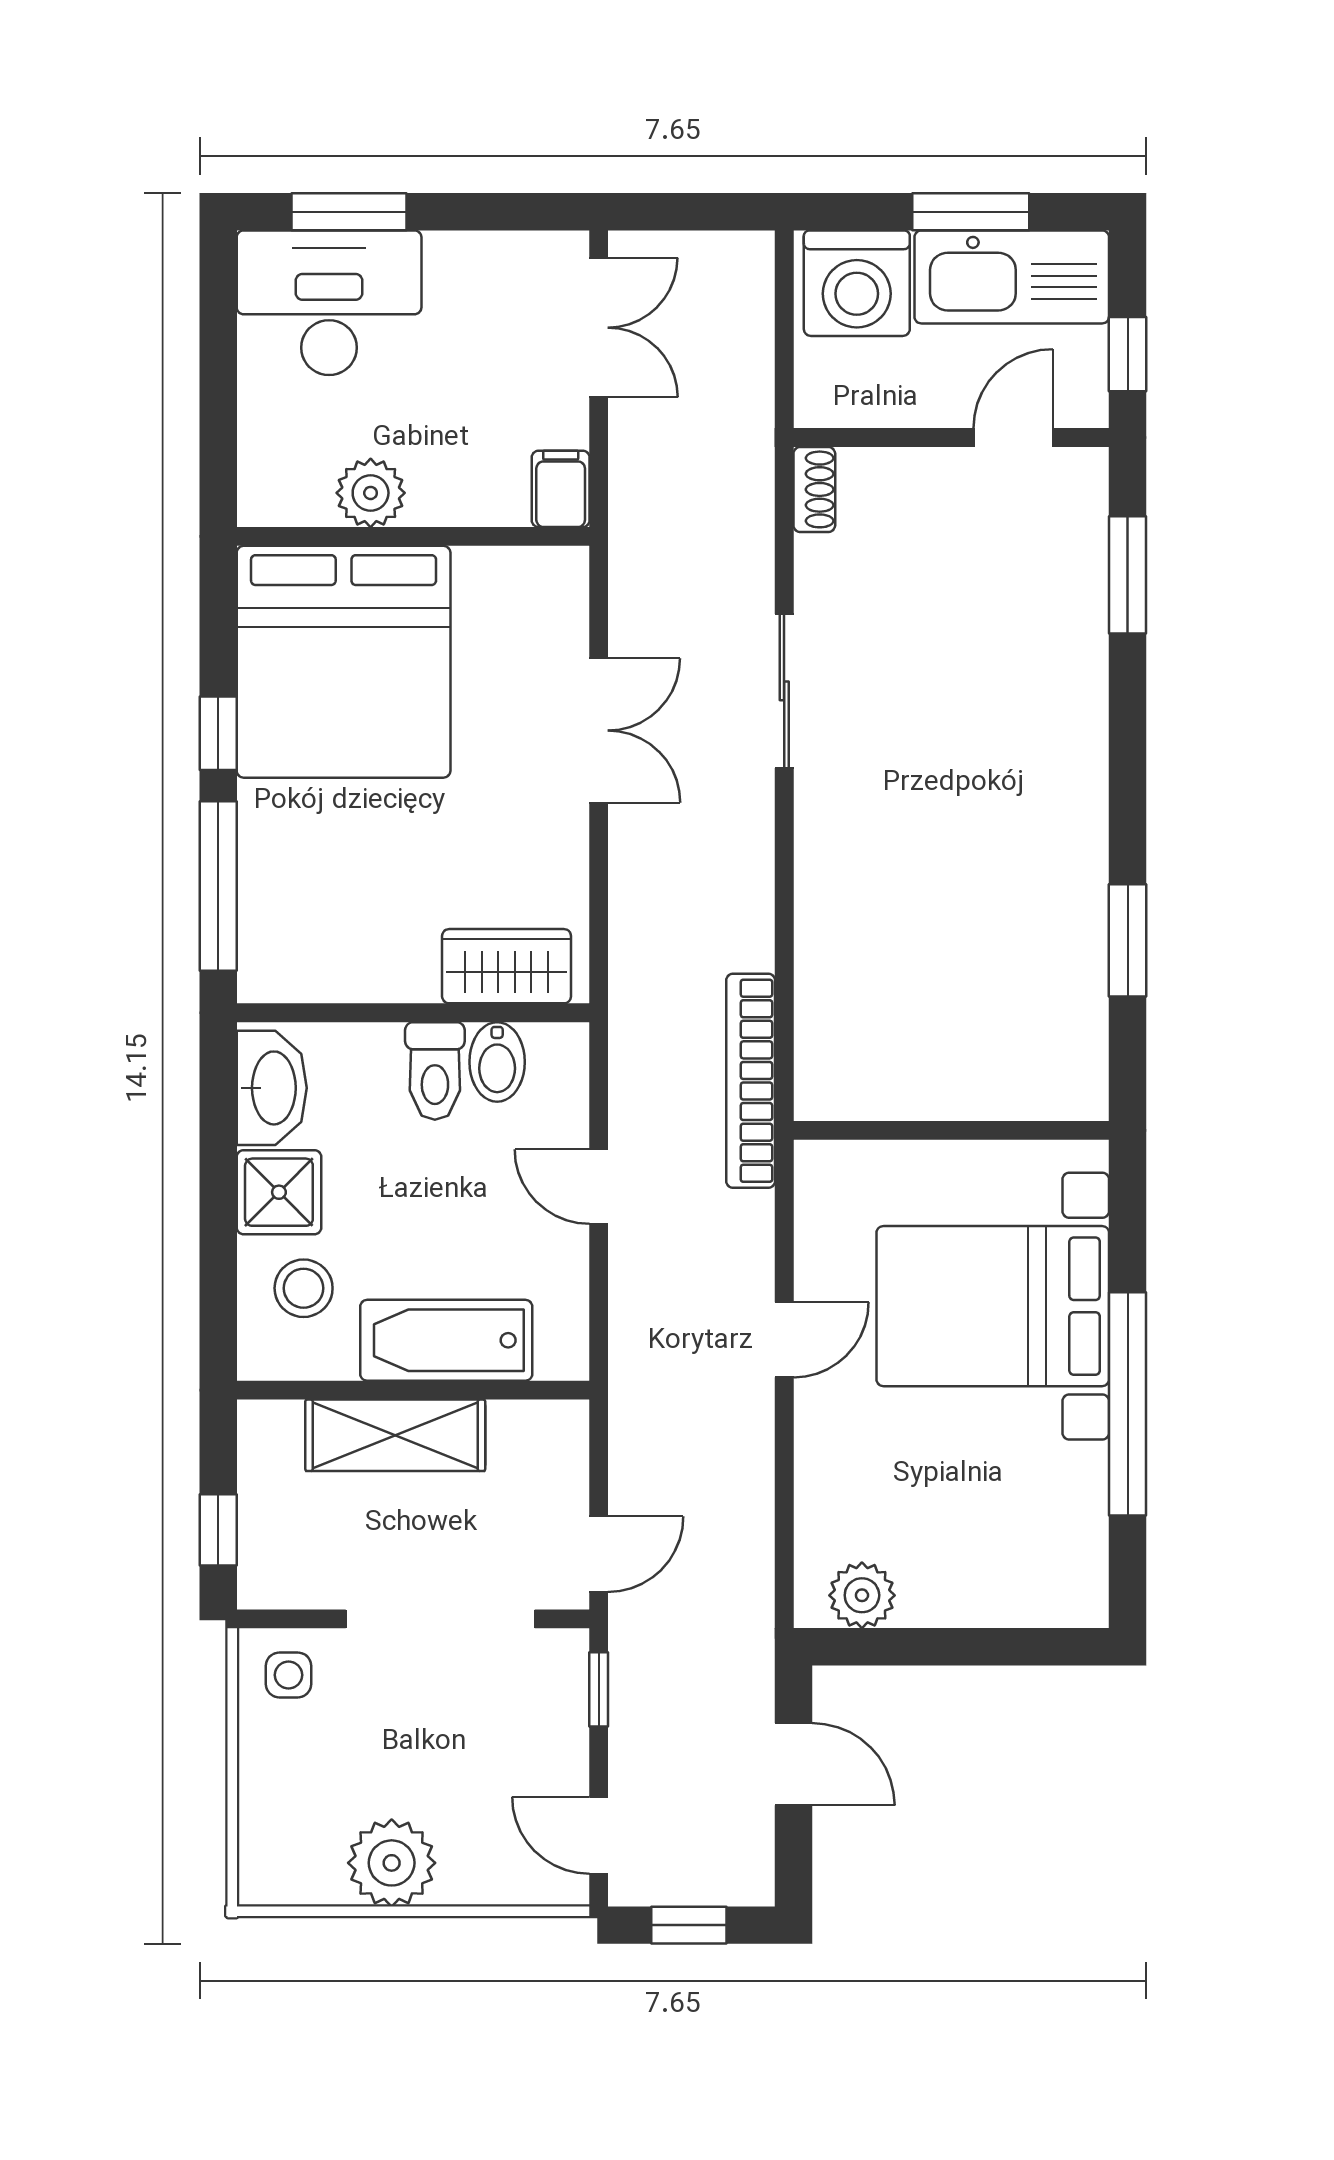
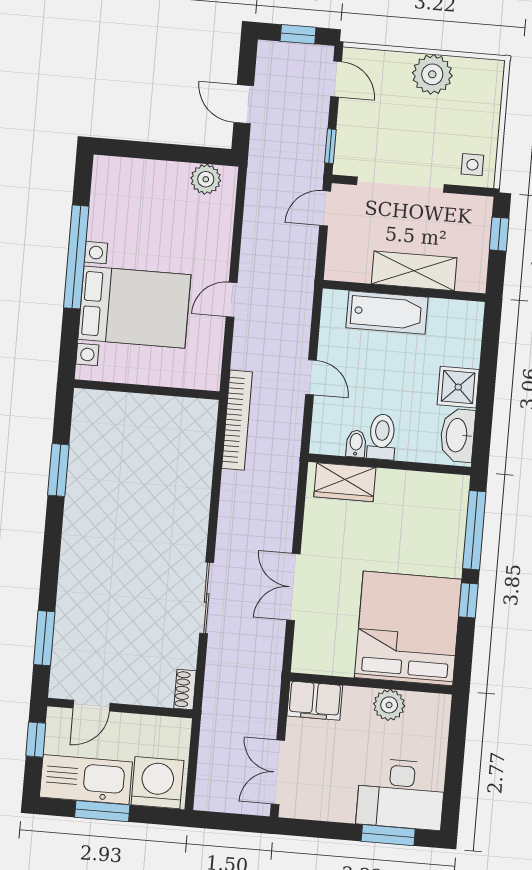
filing cabinet: (561, 489) -> (315, 701), width x2.00
bidet: (497, 1062) -> (356, 444), width x0.72, depth x0.74
stool: (304, 1288) -> (451, 342), removed

